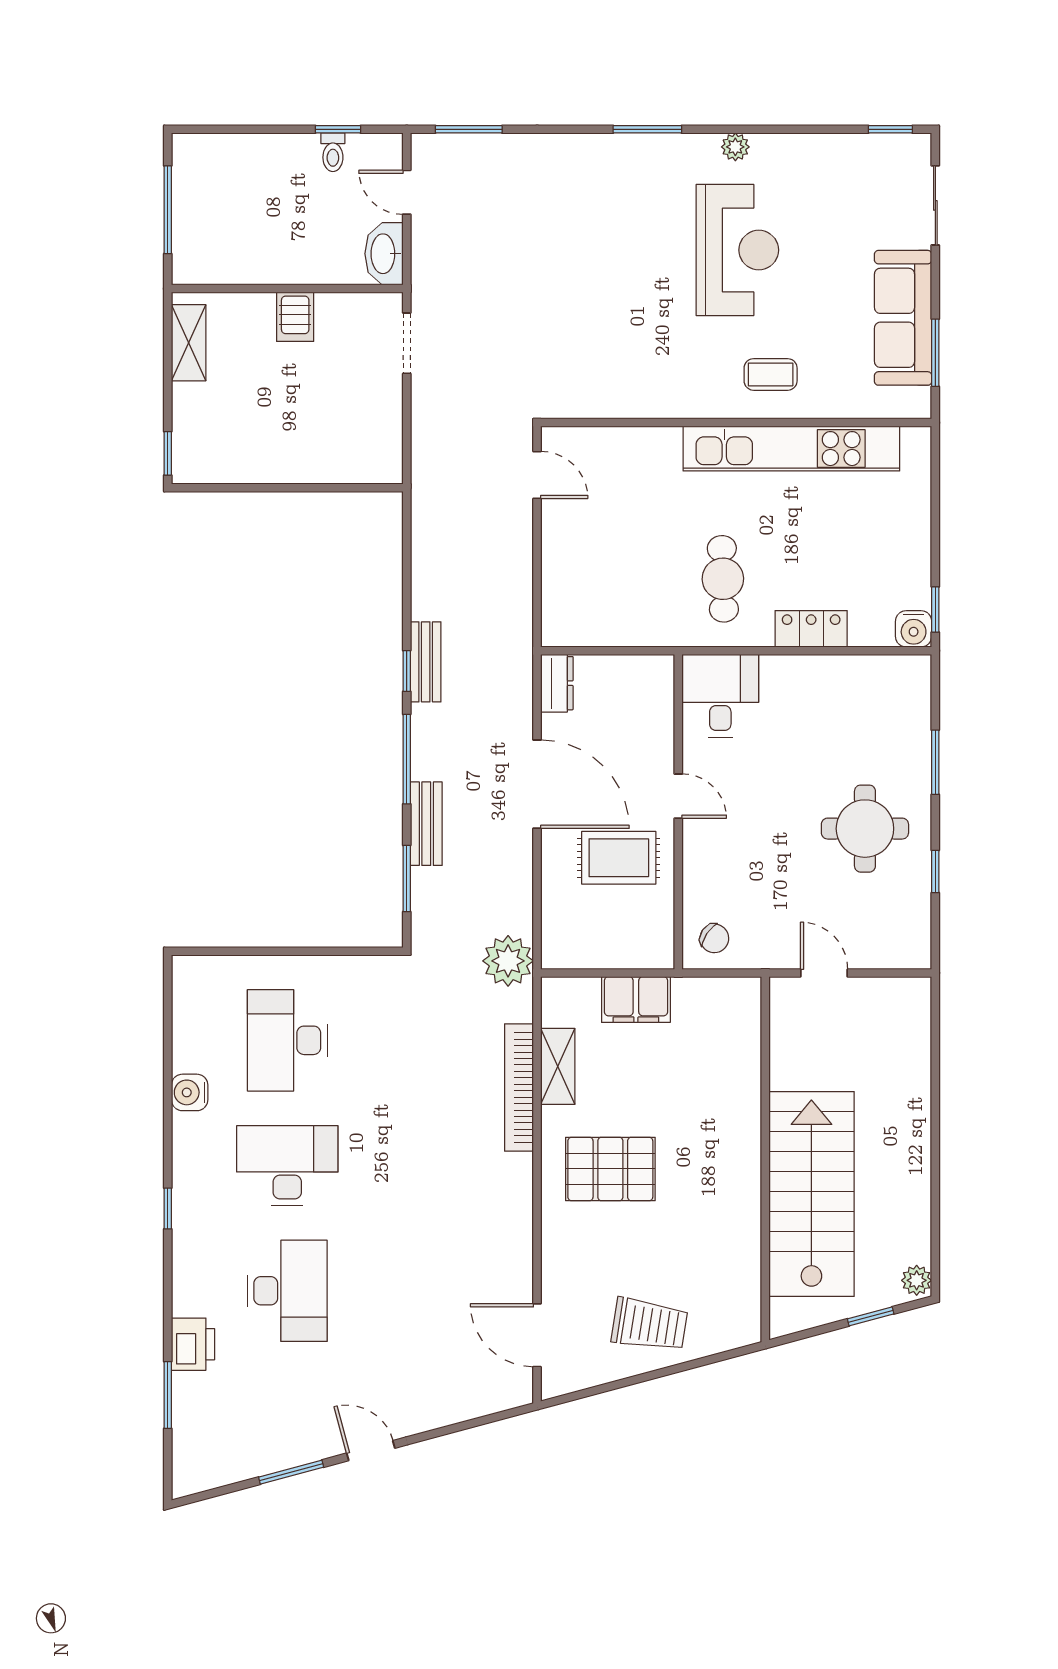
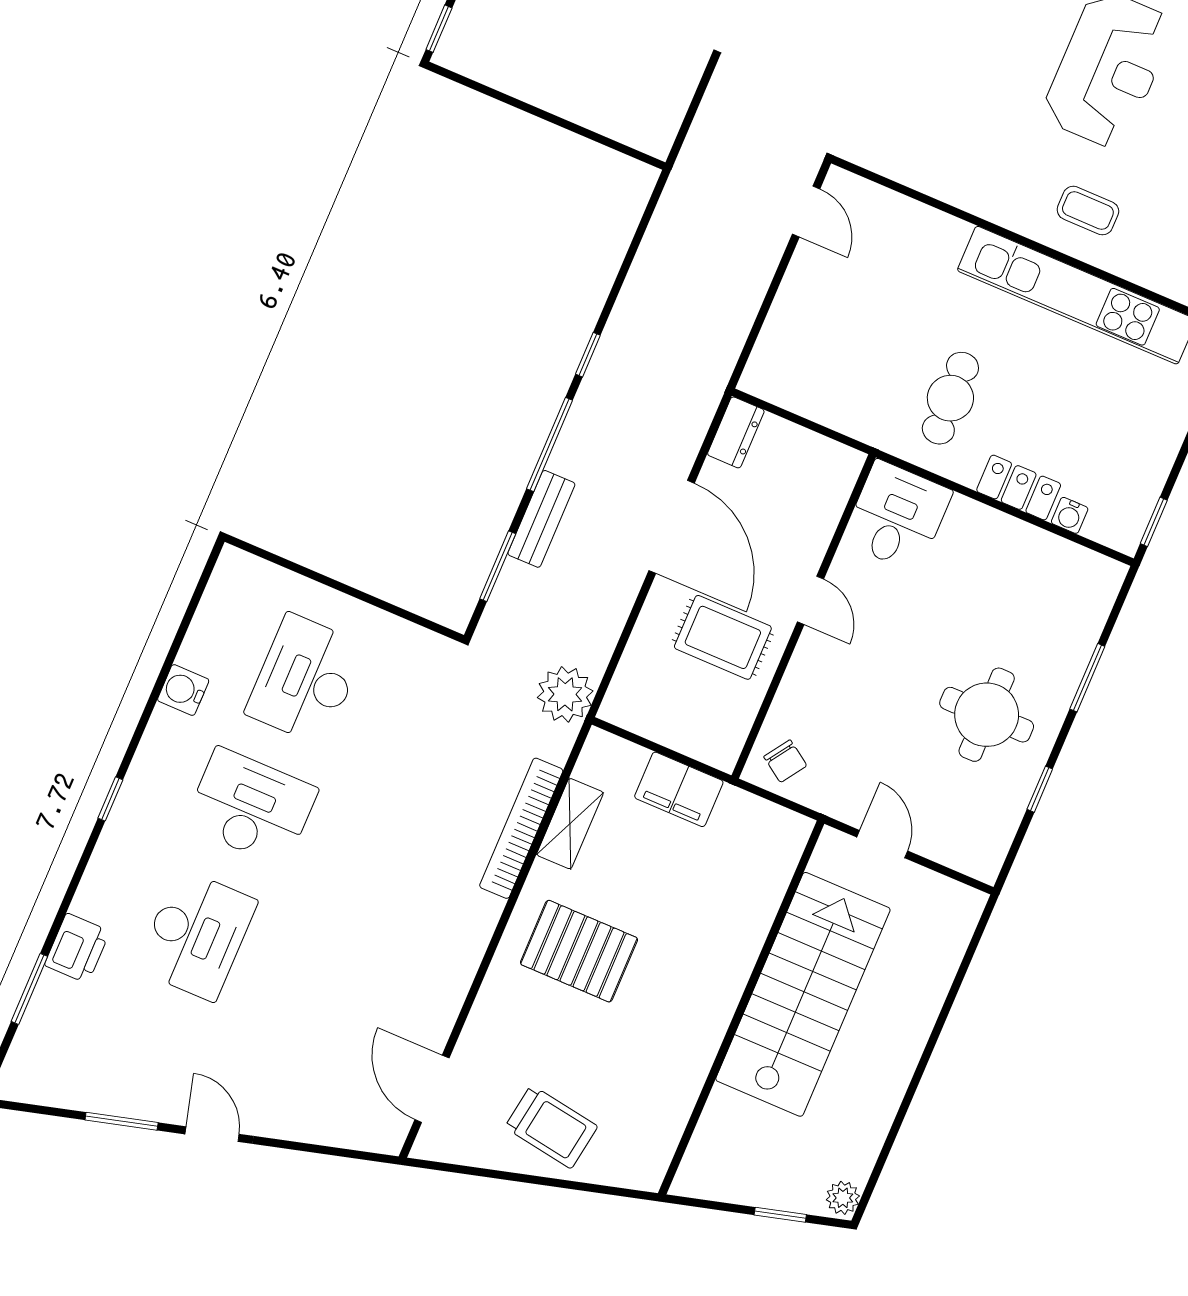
water cooler: (914, 629) -> (1070, 515), moved, width x0.72, depth x0.72
bench: (426, 662) -> (611, 354), removed
stairs: (811, 1194) -> (803, 994), moved

